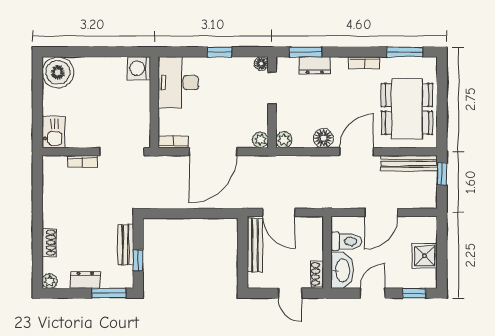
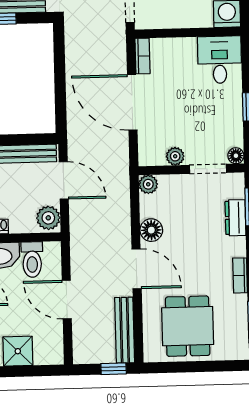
desk: (178, 82) -> (220, 60), width x0.73
dining table: (407, 109) -> (188, 326), width x0.73
plant: (260, 140) -> (175, 156), moved
door: (279, 212) -> (64, 180), swing flipped
plant: (311, 227) -> (48, 218), added

